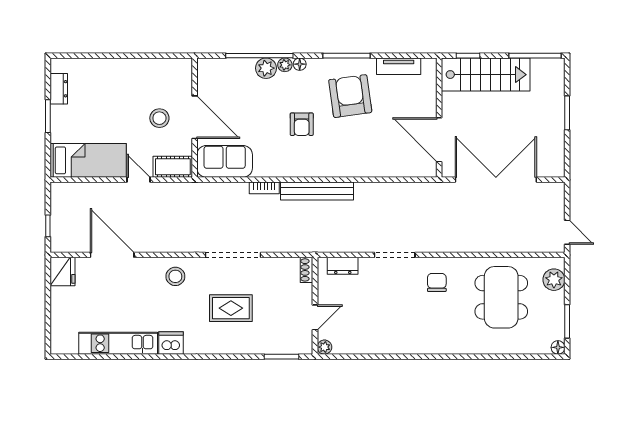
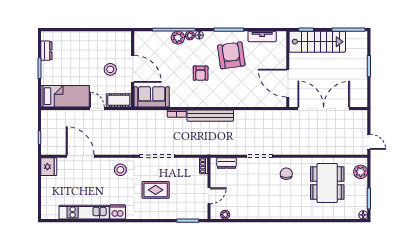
plant: (324, 347) -> (225, 215), moved

